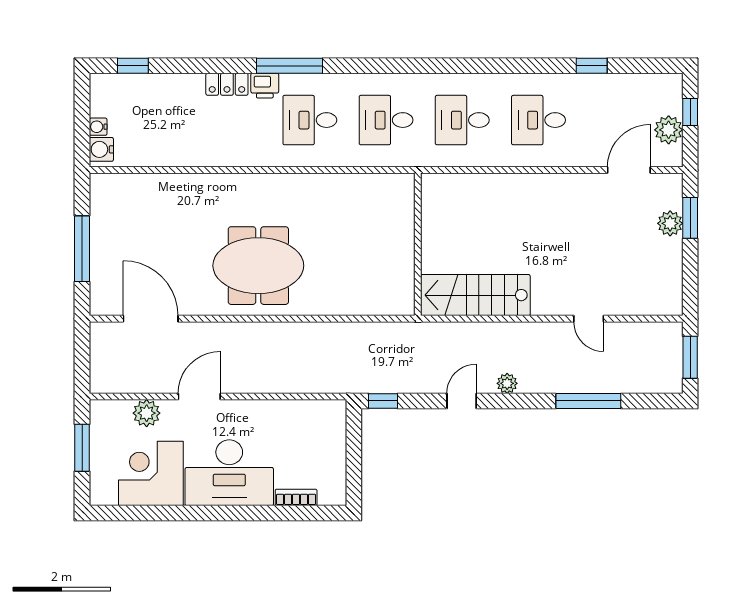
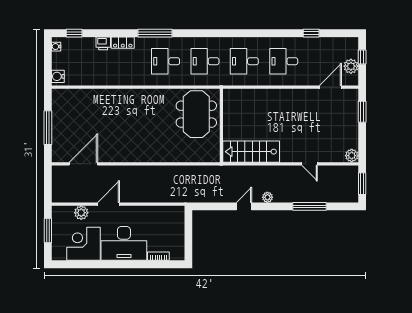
printer: (265, 86) -> (103, 43), moved
water cooler: (98, 127) -> (56, 47), moved
plant: (670, 223) -> (352, 156), moved
meeting table: (258, 266) -> (196, 114), moved, turned 90
door: (151, 319) -> (83, 164), hinge flipped
window: (383, 401) -> (203, 206), removed

